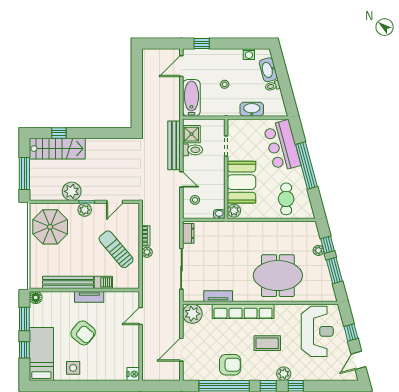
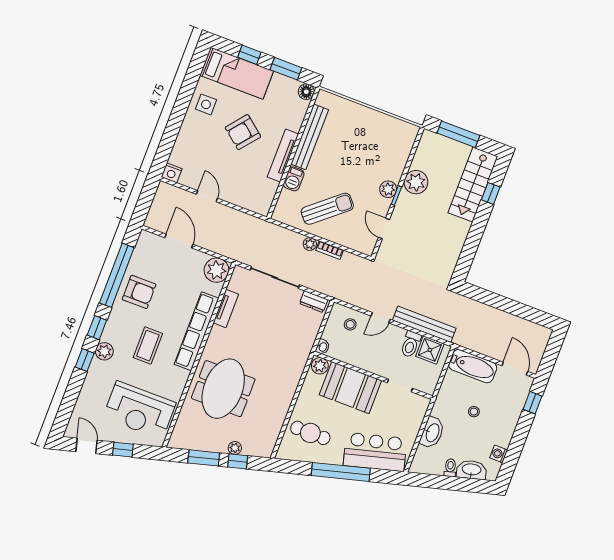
parasol: (50, 227) -> (383, 141), removed
tv unit: (89, 297) -> (283, 155), width x1.41
door: (141, 316) -> (207, 196), moved
armchair: (230, 365) -> (139, 292), turned -90

